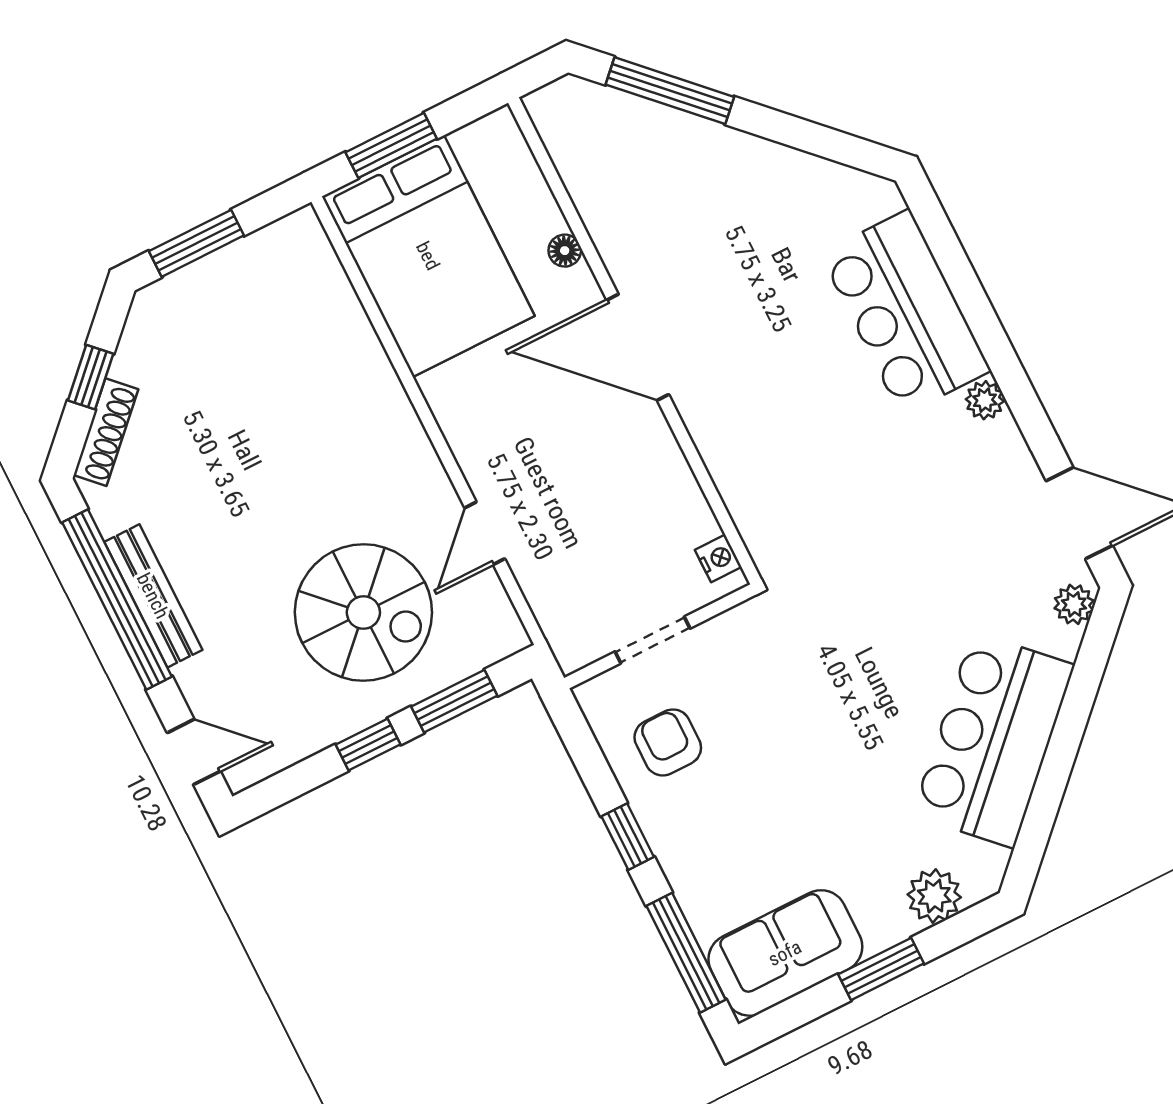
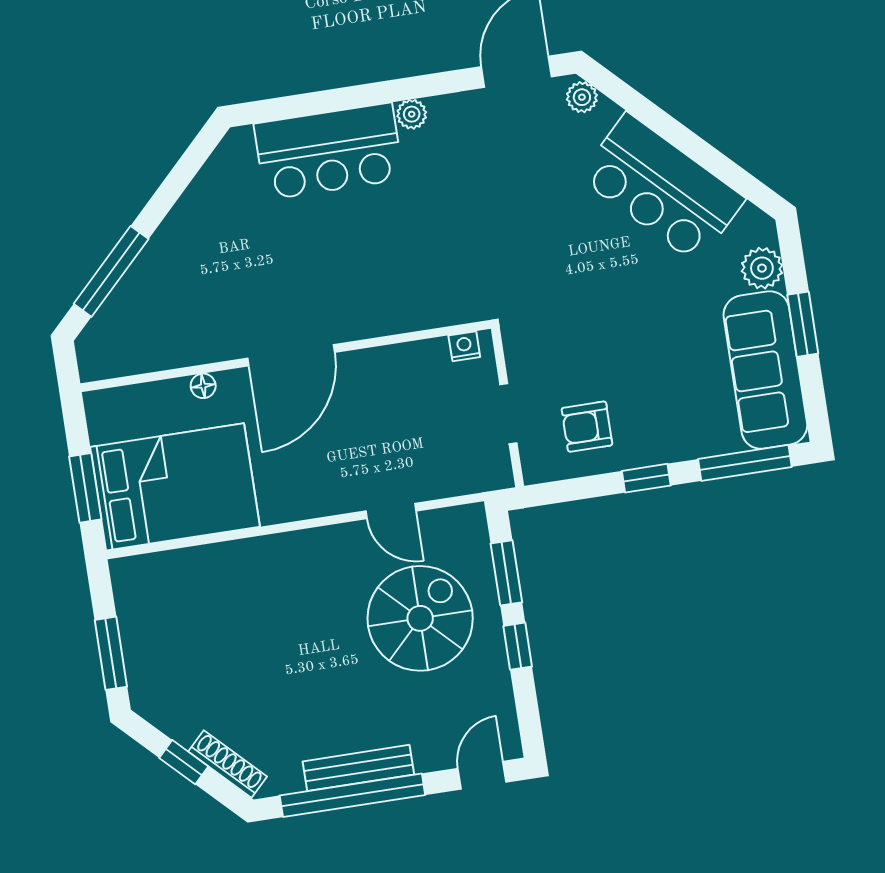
sofa: (785, 953) -> (765, 370), width x1.36

